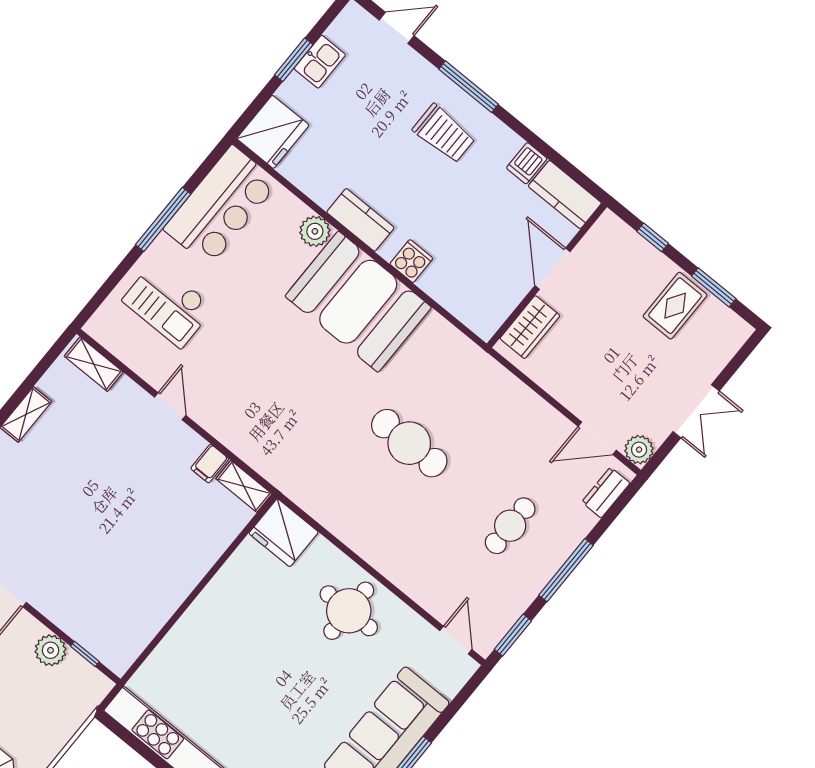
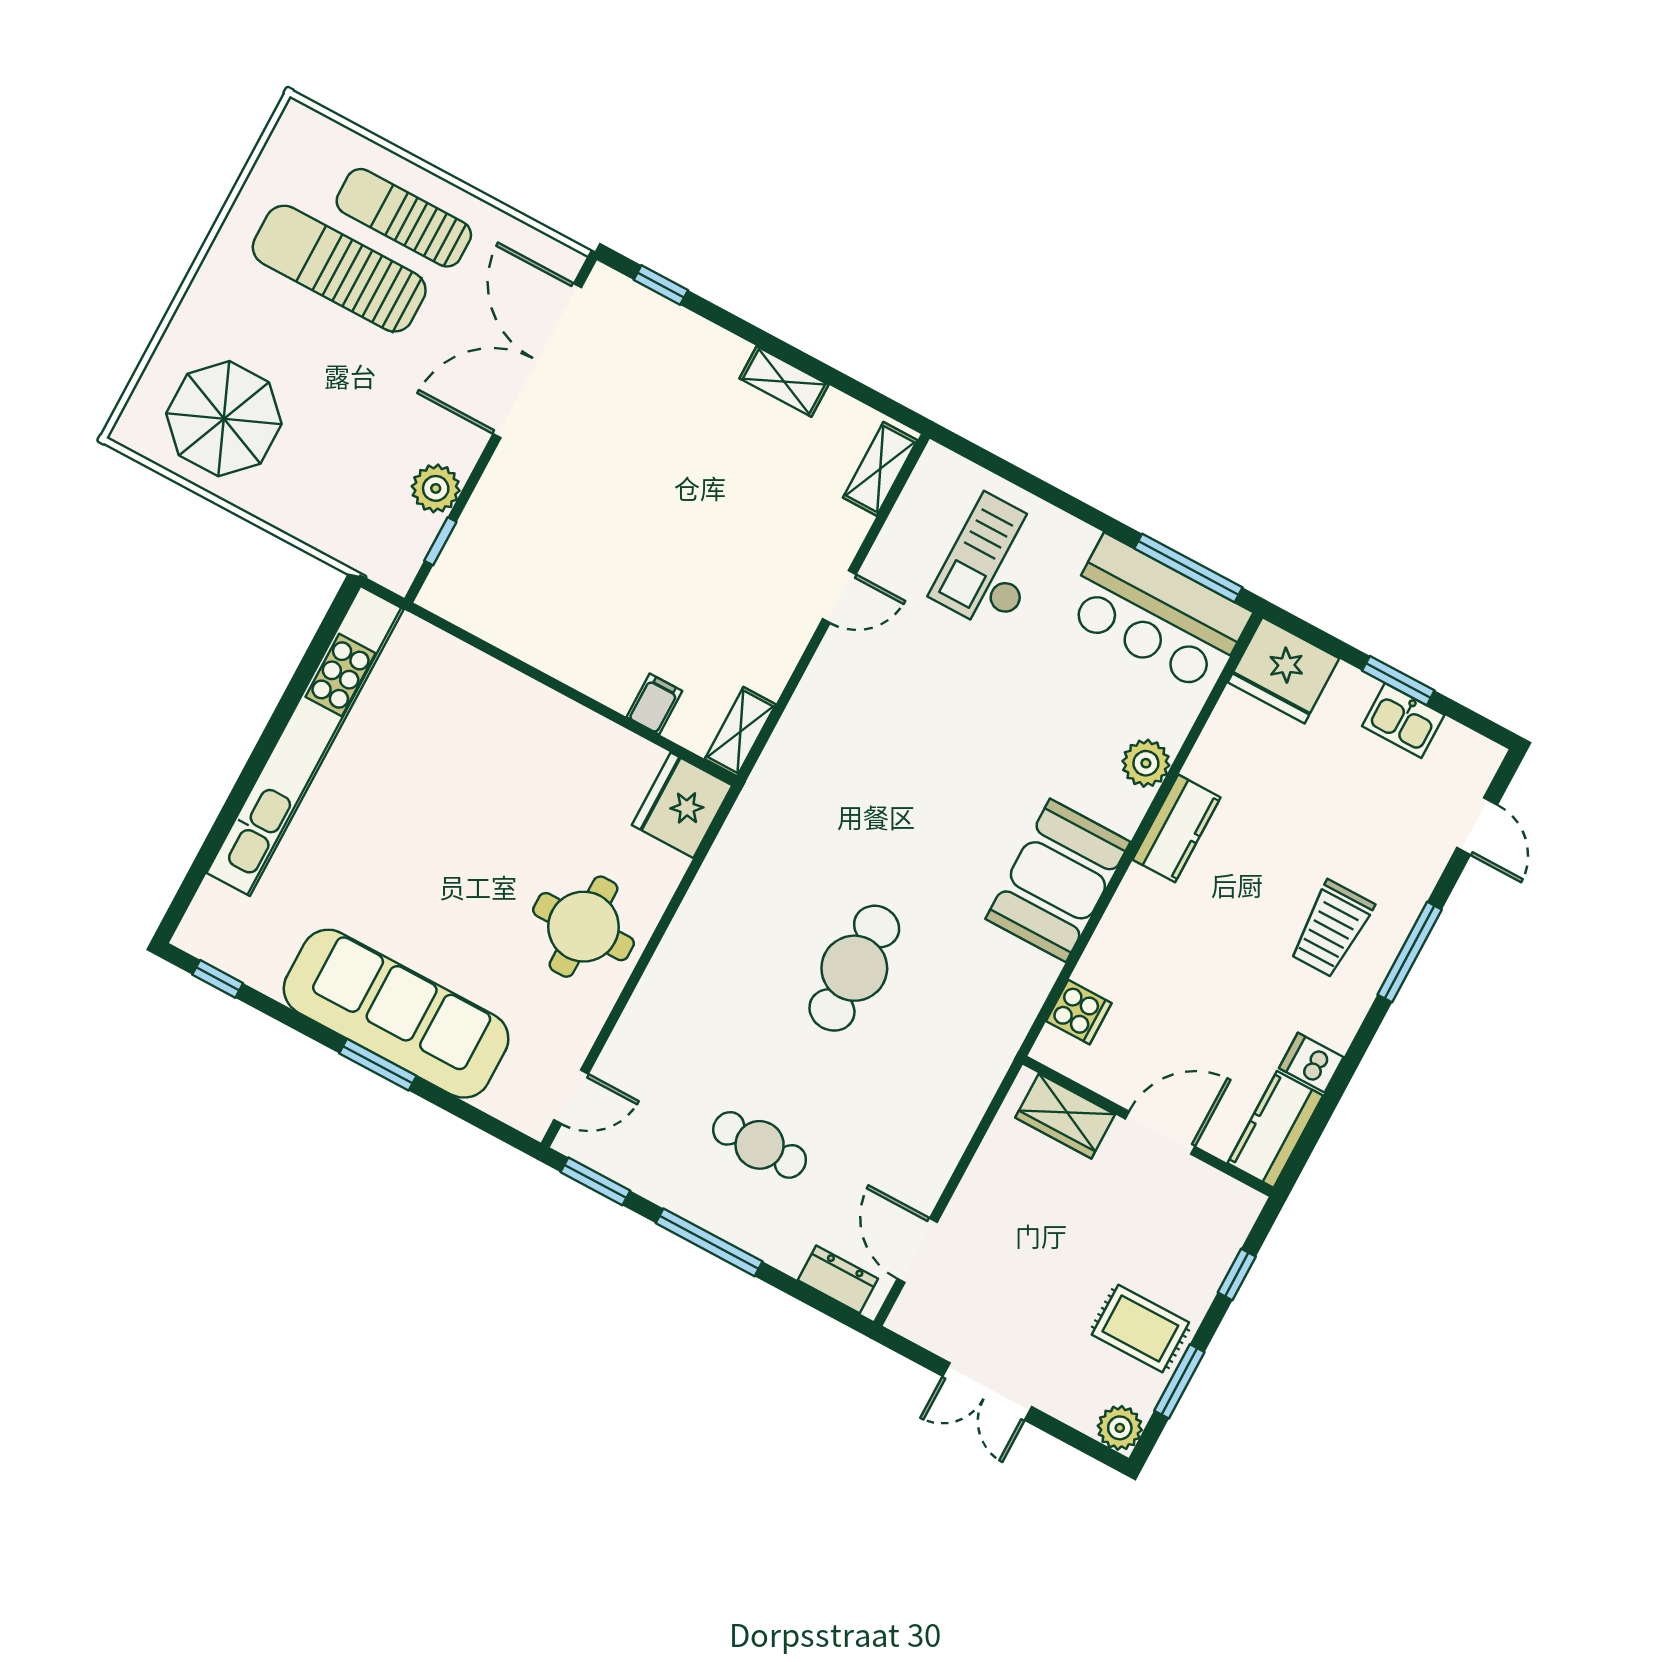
window: (163, 219) -> (1188, 568), moved
cooker: (411, 261) -> (1079, 1012), moved
booth: (358, 302) -> (1058, 880), width x0.73, depth x0.70
plant: (639, 450) -> (1120, 1428), moved
filing cabinet: (210, 464) -> (654, 704), moved, turned 90

